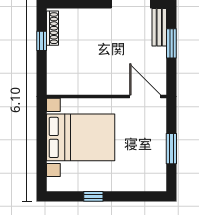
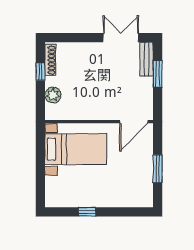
plant: (55, 67) -> (53, 95), added
door: (145, 97) -> (134, 122), swing flipped
bed with nightstands: (81, 137) -> (76, 149), width x0.73

